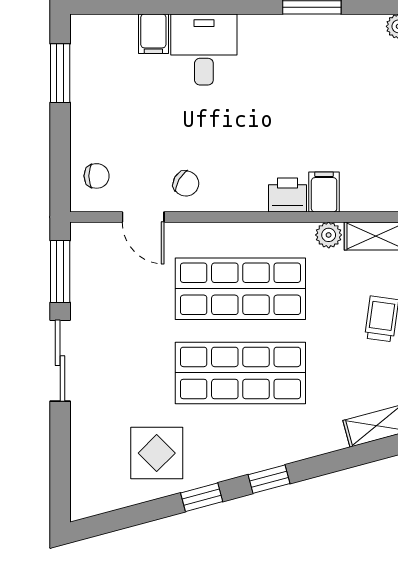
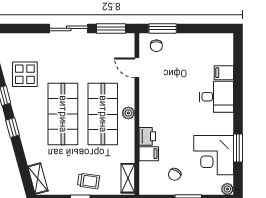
corner desk: (327, 55) -> (214, 155), added
window: (60, 73) -> (163, 28), moved
chair: (186, 184) -> (175, 174), moved
door: (143, 217) -> (137, 68), hinge flipped
plant: (329, 235) -> (128, 113), moved

